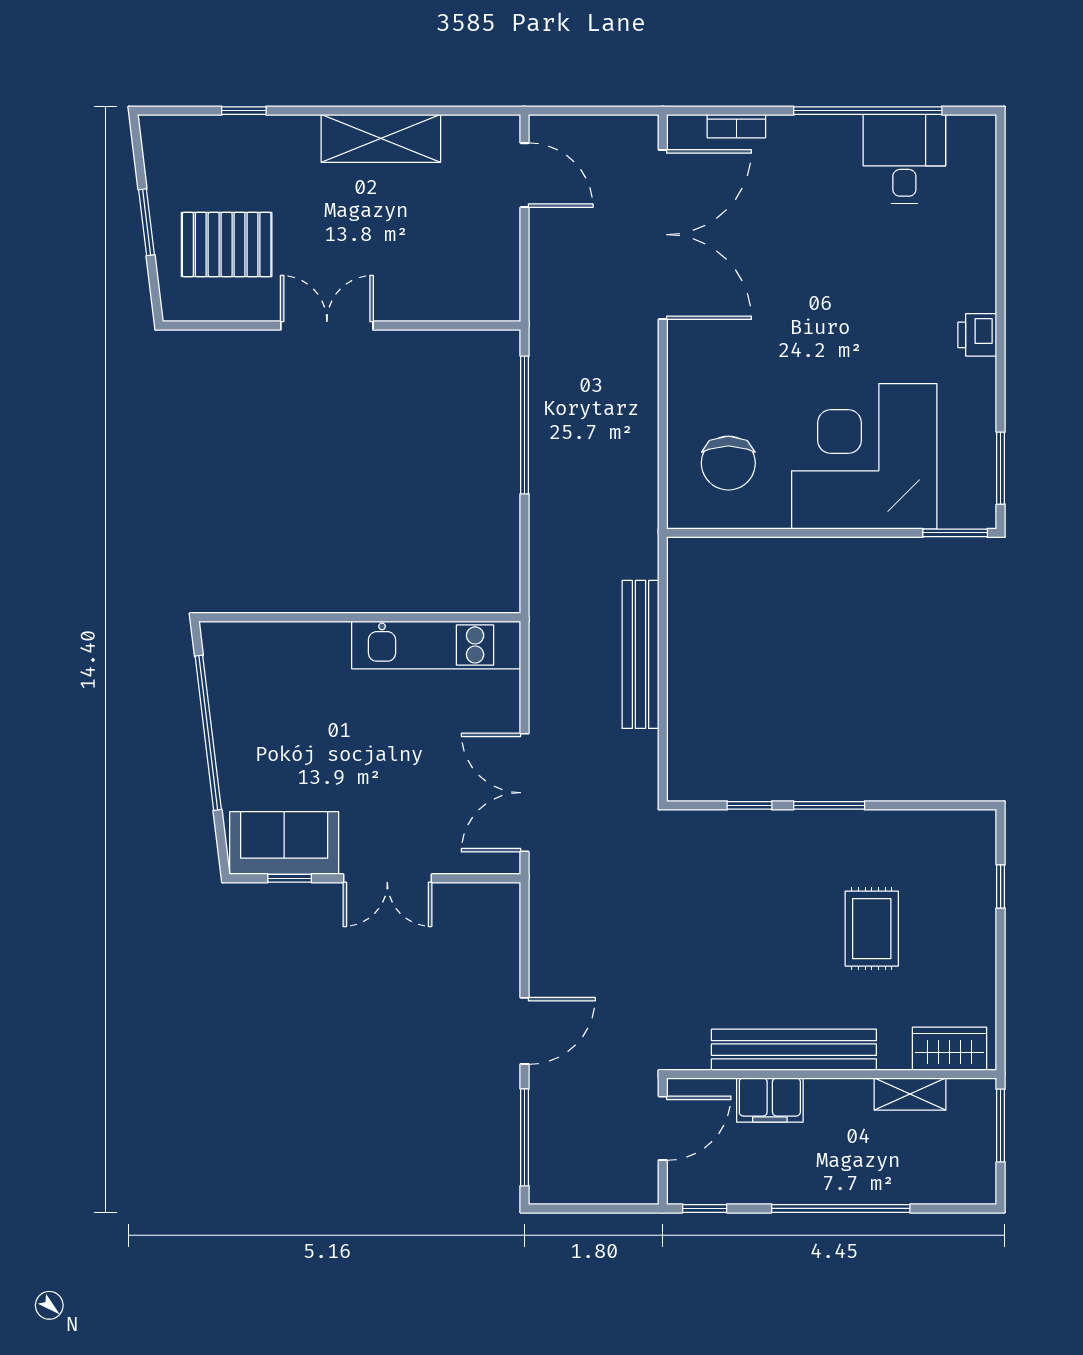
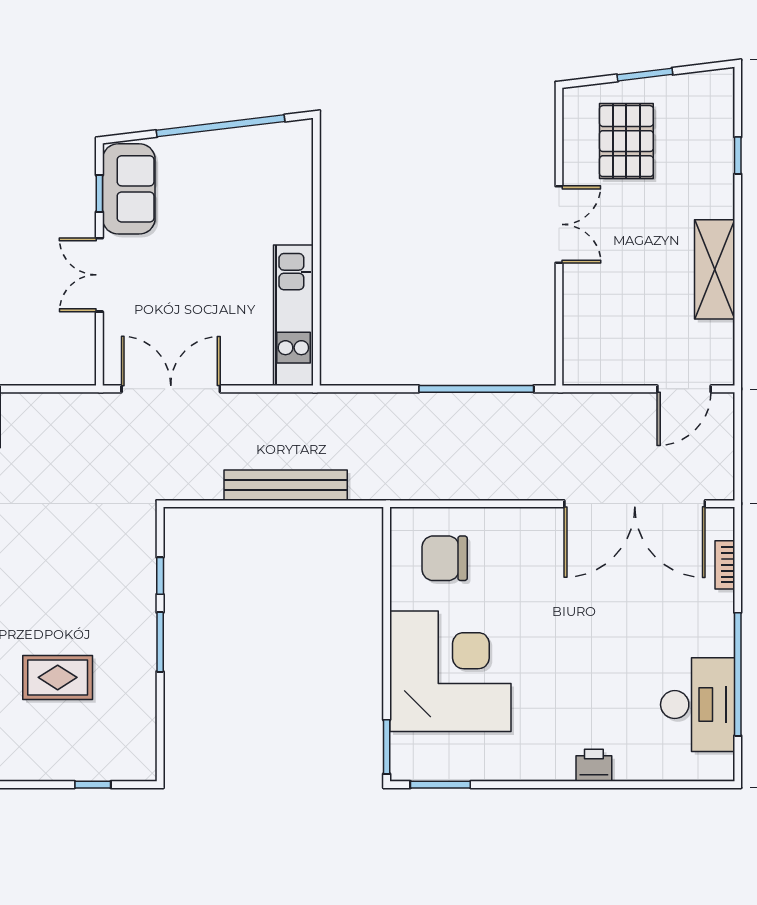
desk: (904, 159) -> (698, 705), width x1.37
printer: (977, 335) -> (594, 765), moved

